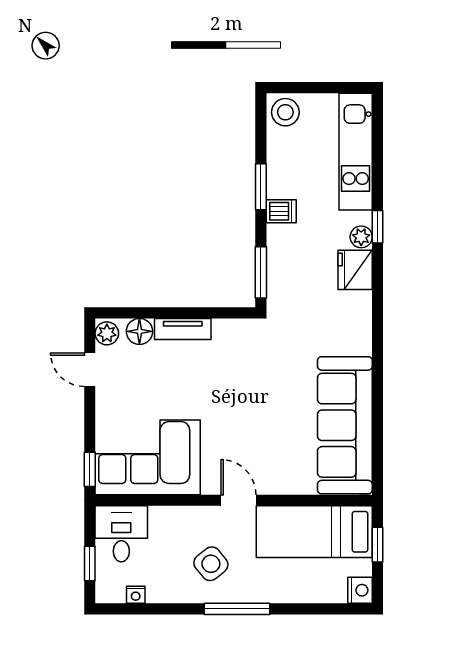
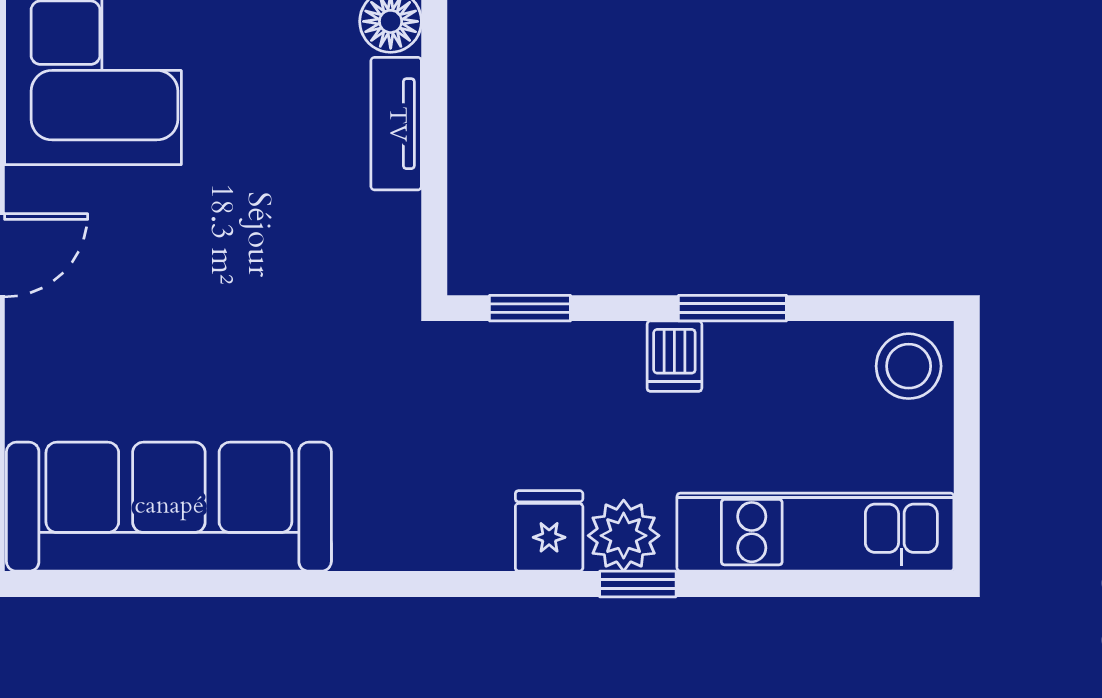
plant: (361, 237) -> (624, 536), width x1.38, depth x1.38
fridge: (355, 270) -> (549, 531), width x0.72
window: (261, 272) -> (530, 308), width x0.67

